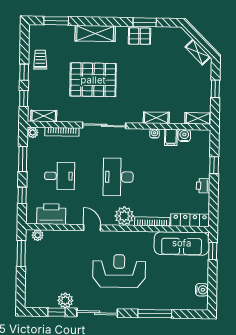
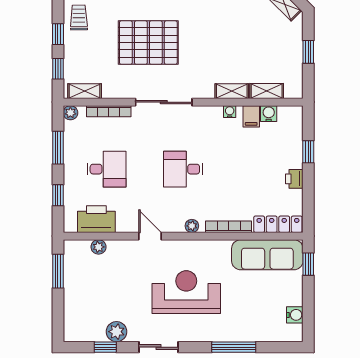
shelving: (198, 118) -> (267, 91), moved
desk: (118, 177) -> (183, 169), width x0.73
plant: (124, 216) -> (192, 226), width x0.53, depth x0.53
plant: (38, 235) -> (99, 247), moved
sliding door: (97, 313) -> (159, 347), width x0.73

